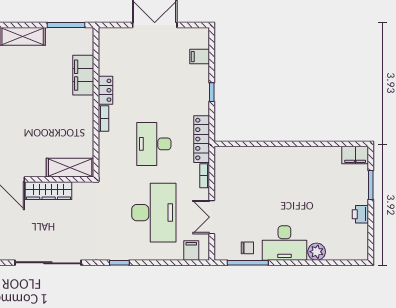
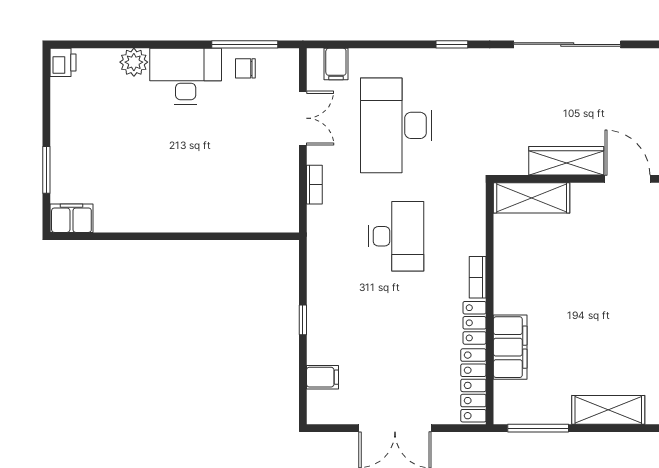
locker: (202, 139) -> (473, 385), moved, turned 180
printer: (360, 214) -> (63, 62), moved

